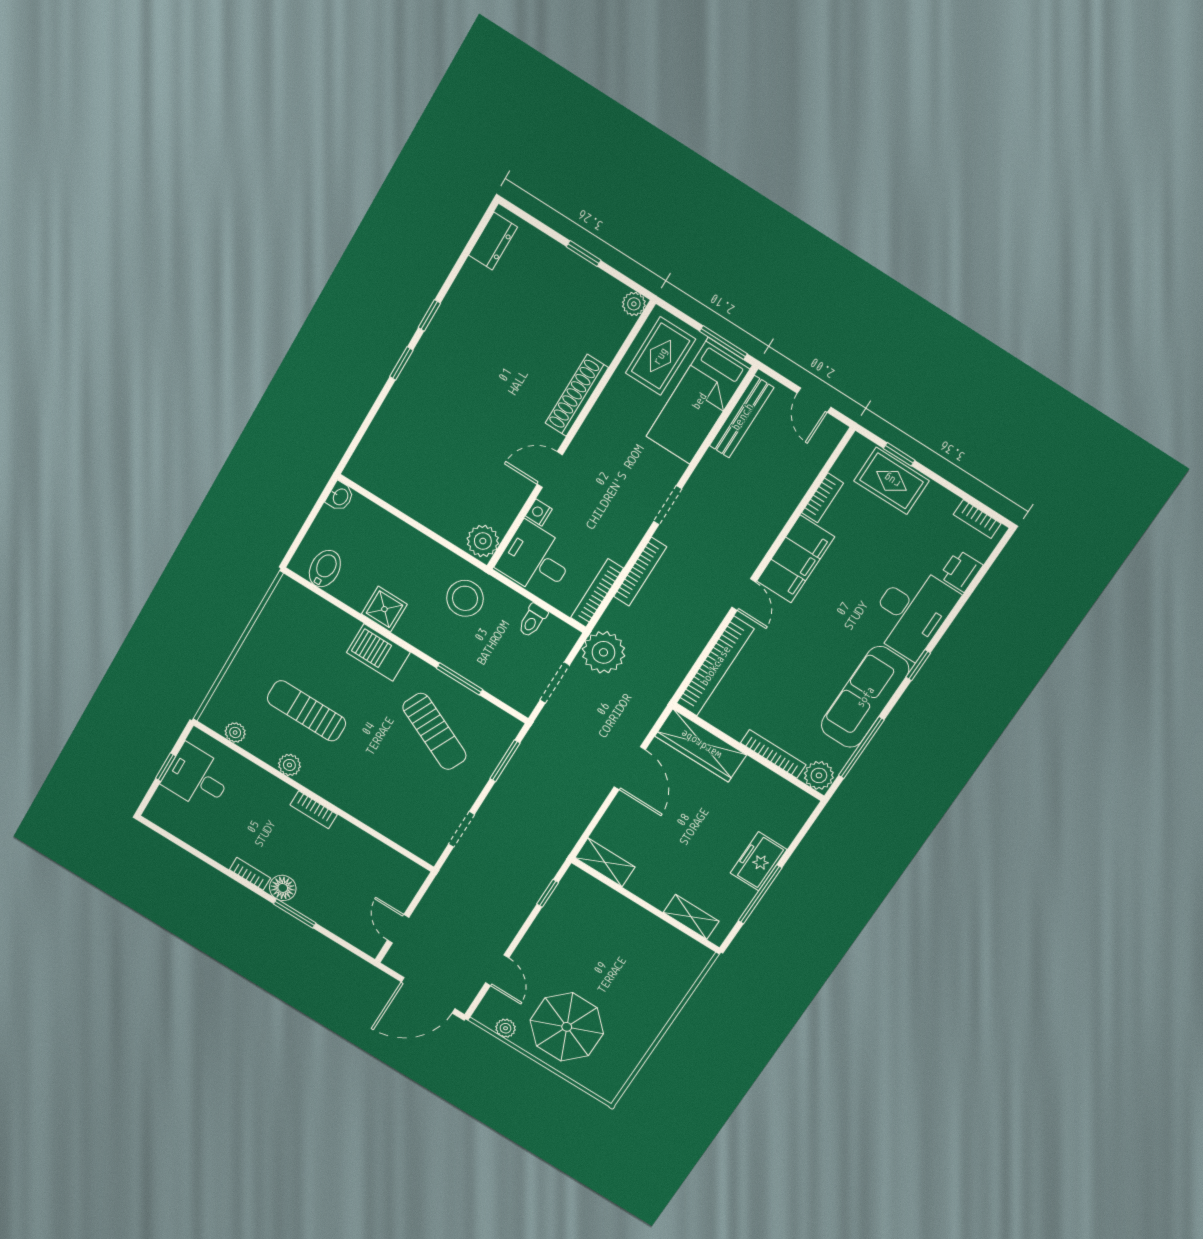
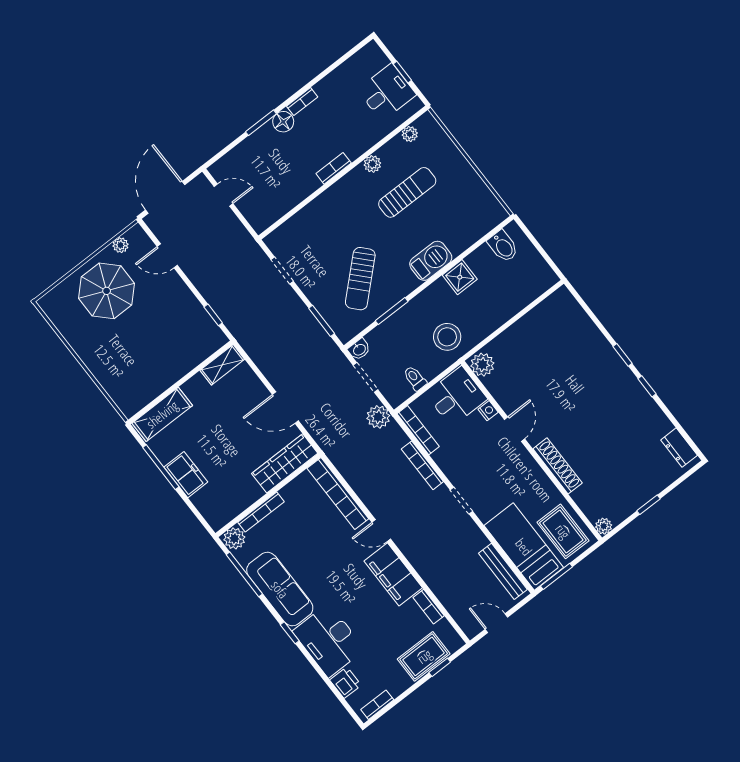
washbasin: (340, 497) -> (359, 349), moved, turned -90
plant: (604, 652) -> (378, 417), width x0.73, depth x0.73
sun lounger: (434, 731) -> (360, 279), turned -68
shelving: (691, 917) -> (162, 414), width x1.50, depth x1.33

